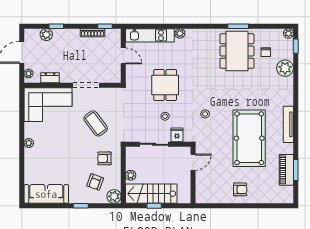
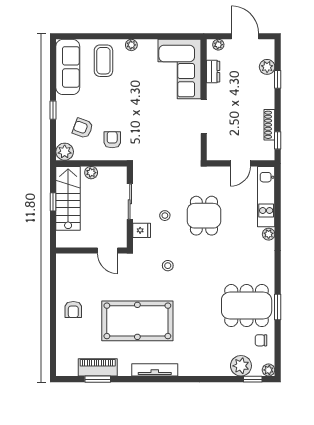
chair: (266, 52) -> (261, 340), moved
plant: (285, 68) -> (241, 366), moved
dining table: (165, 85) -> (204, 216), turned 90
coffee table: (96, 123) -> (103, 61), moved, turned -53

